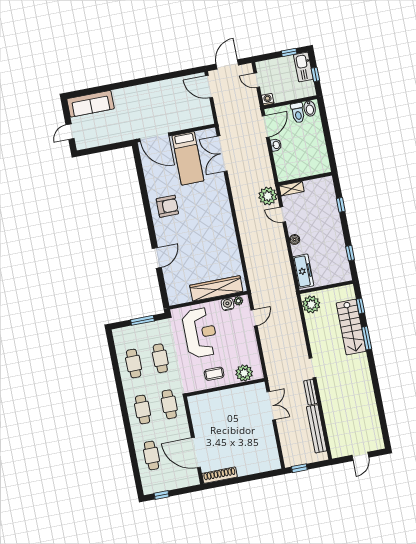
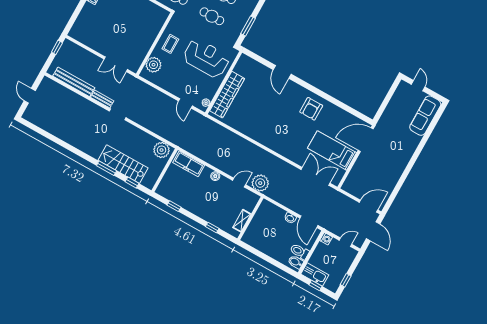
kitchen sink: (303, 67) -> (315, 275), moved
shelving: (292, 189) -> (242, 221), moved
water cooler: (228, 304) -> (210, 93), removed
reception desk: (200, 333) -> (206, 58), turned 180

